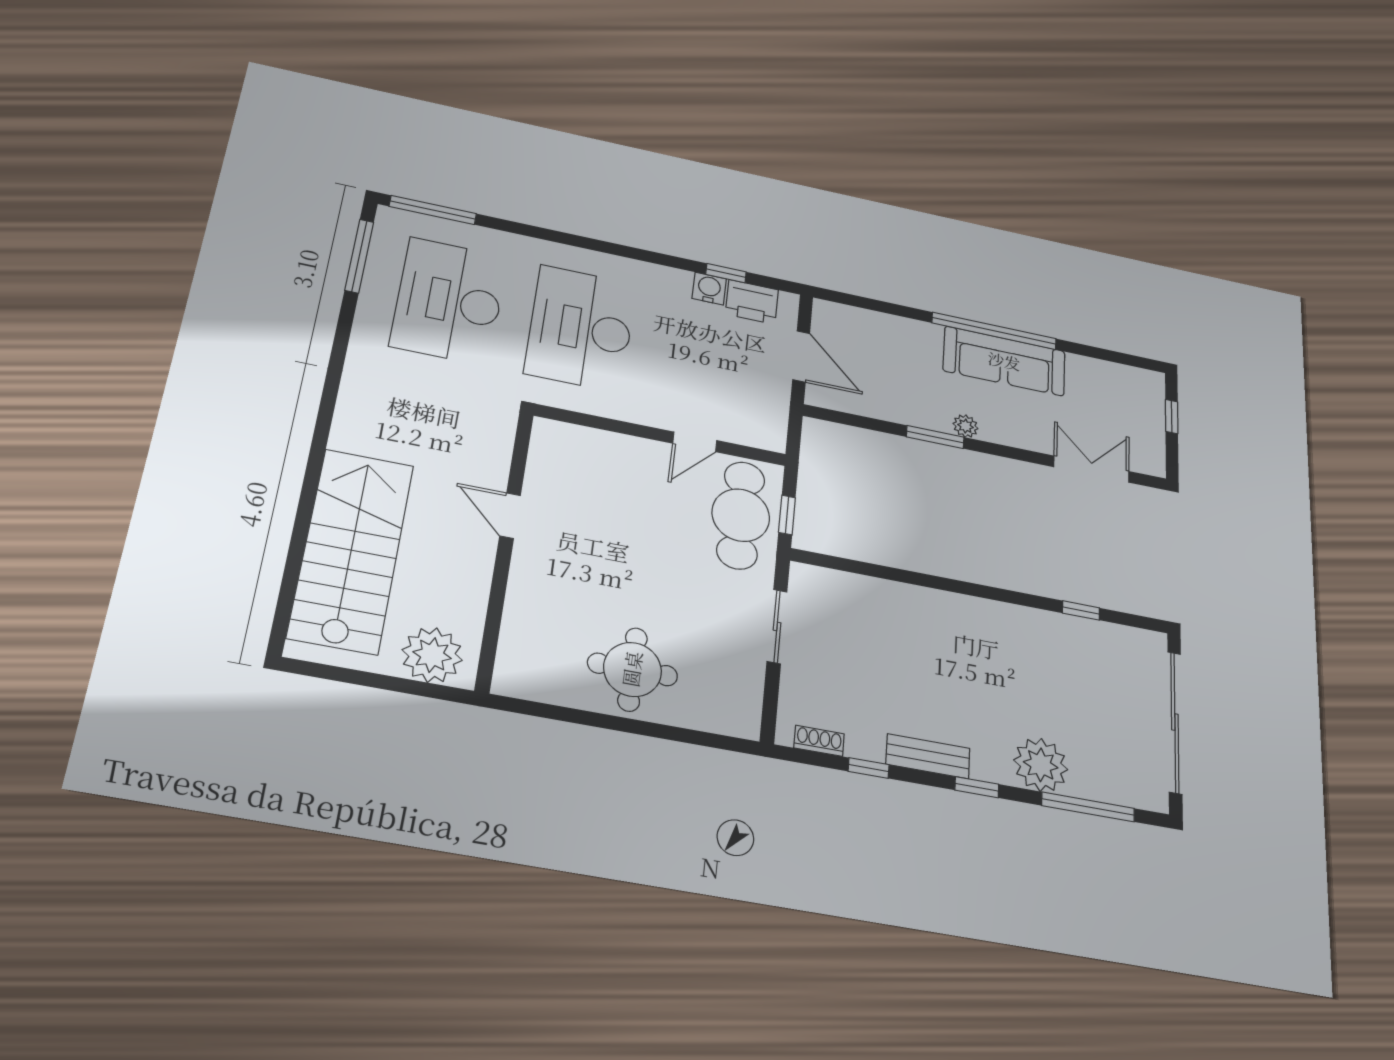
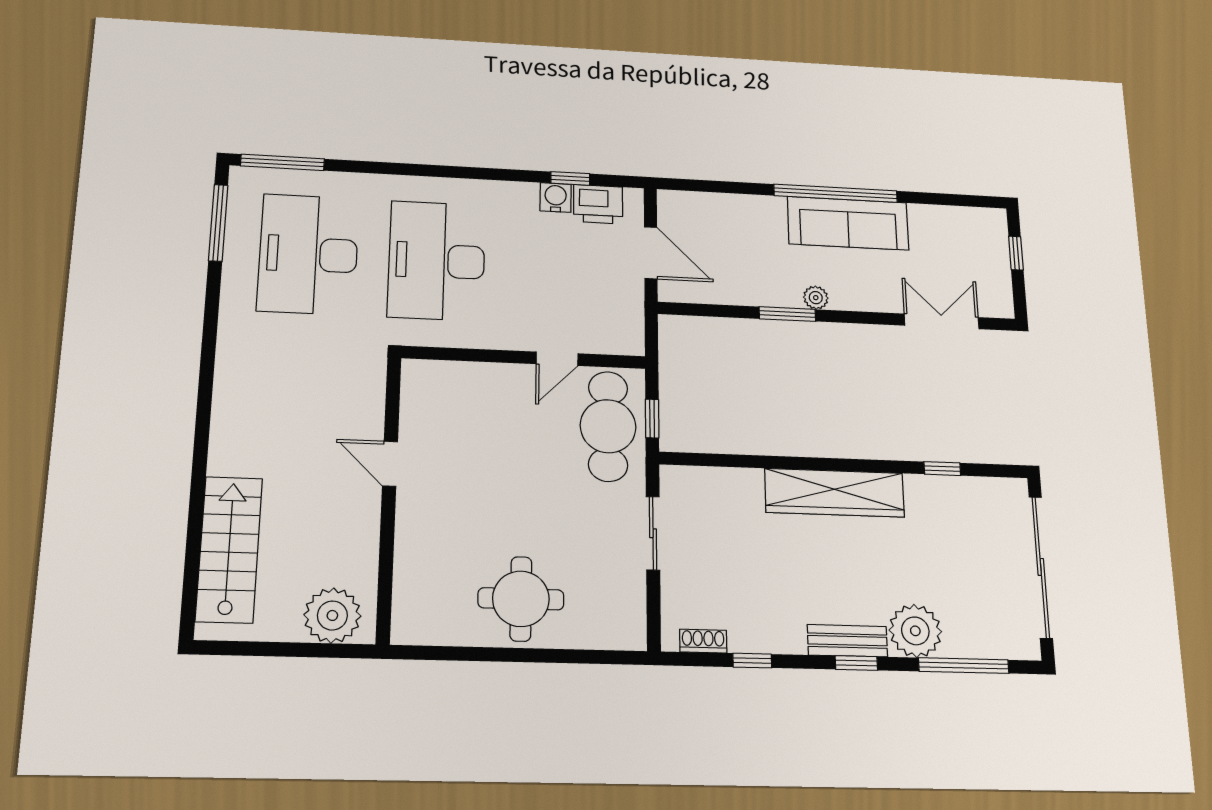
stairs: (351, 550) -> (229, 549), width x0.73, depth x0.66
wardrobe: (969, 616) -> (835, 493), added
bench: (928, 756) -> (847, 641), moved

